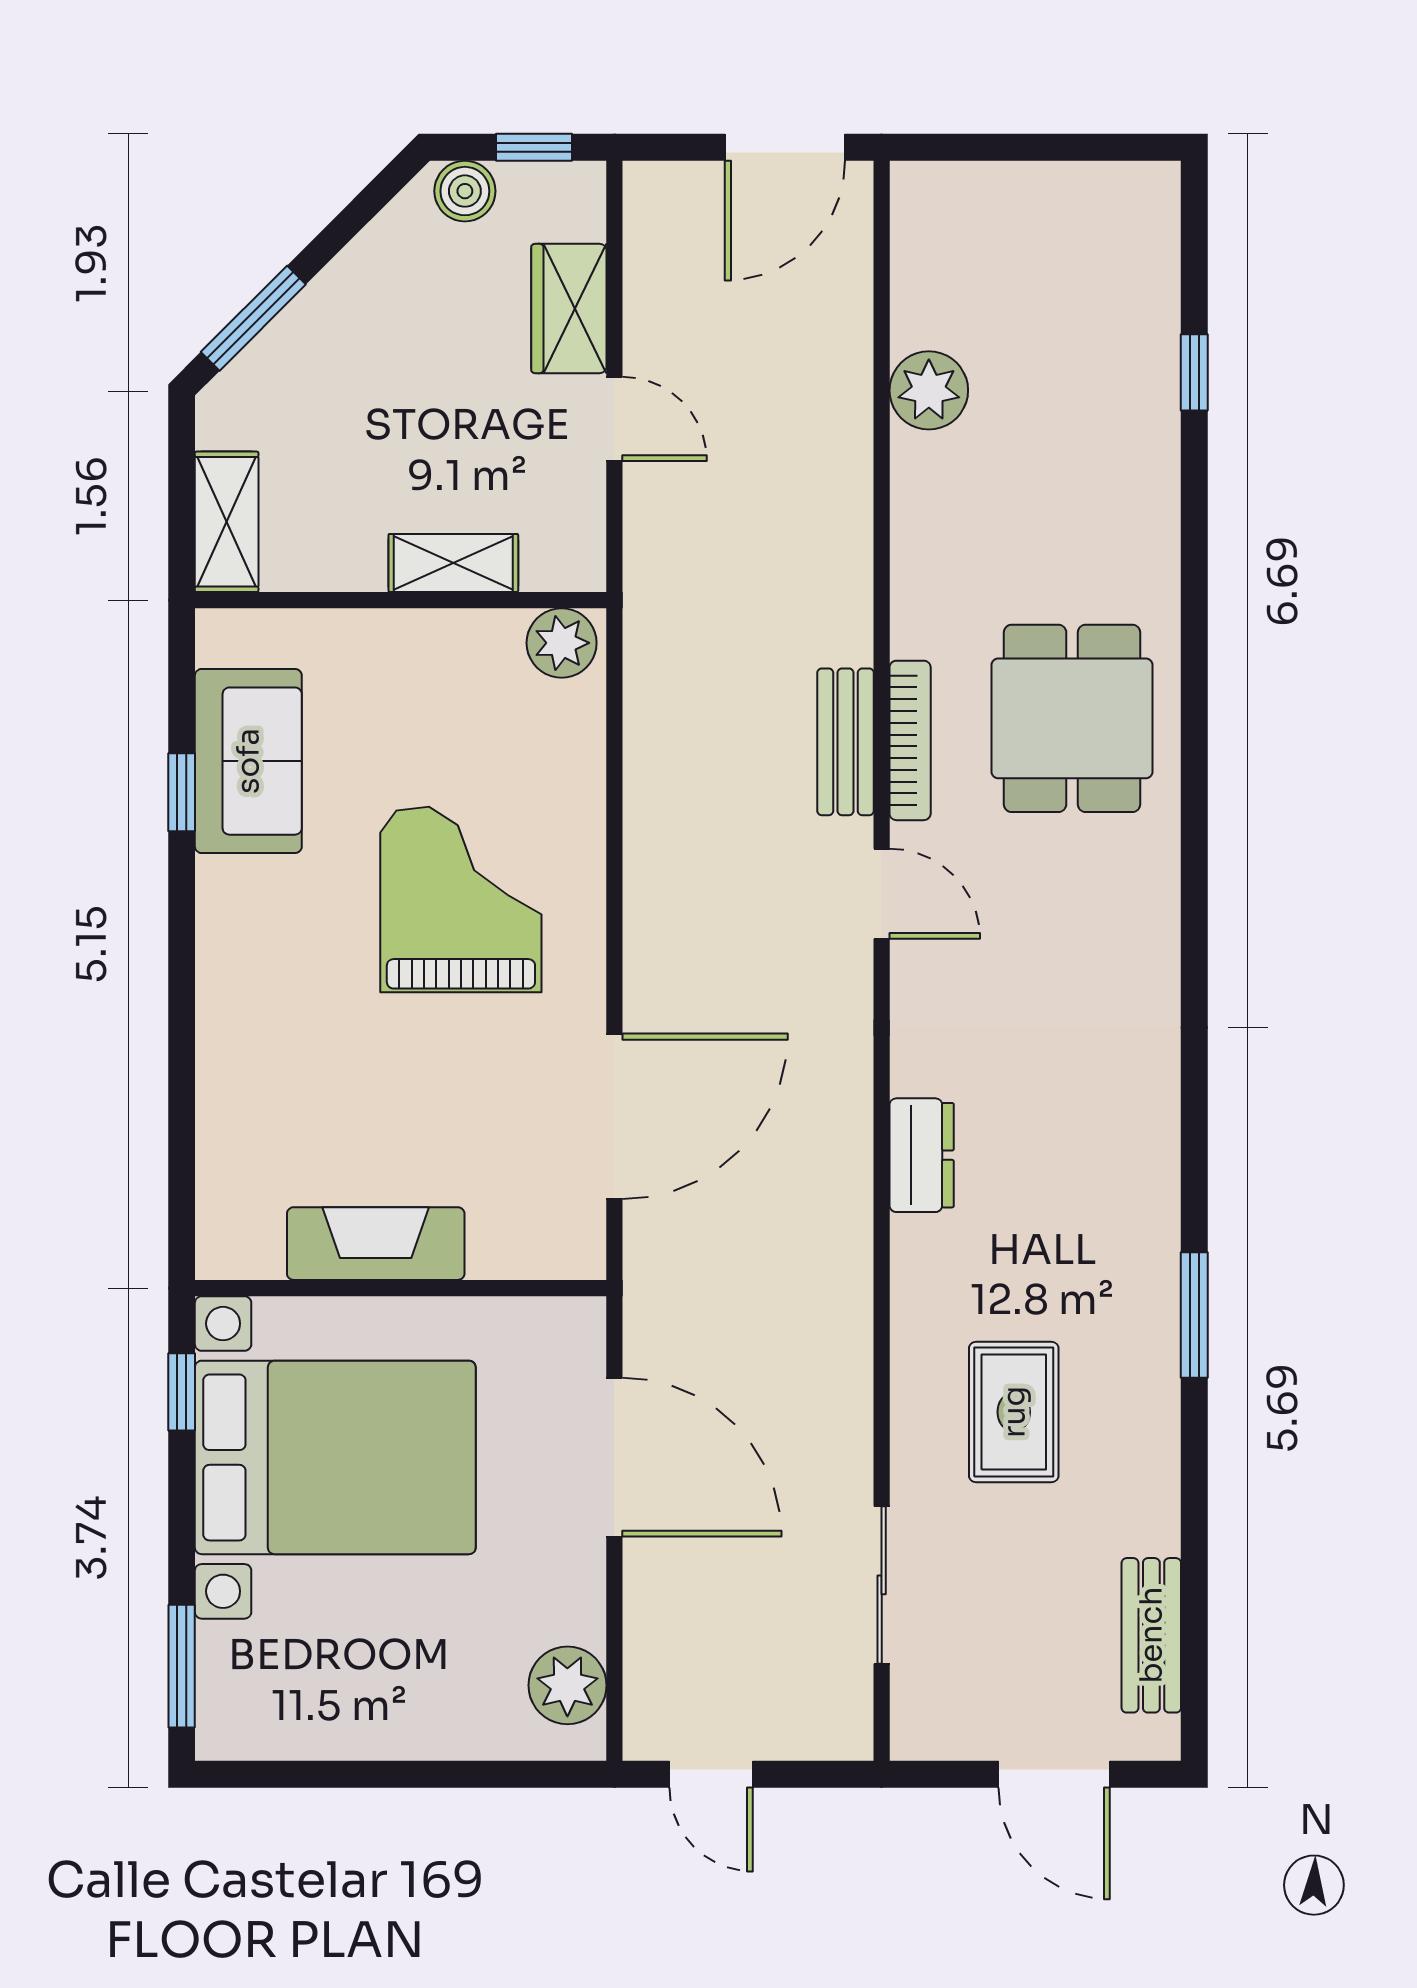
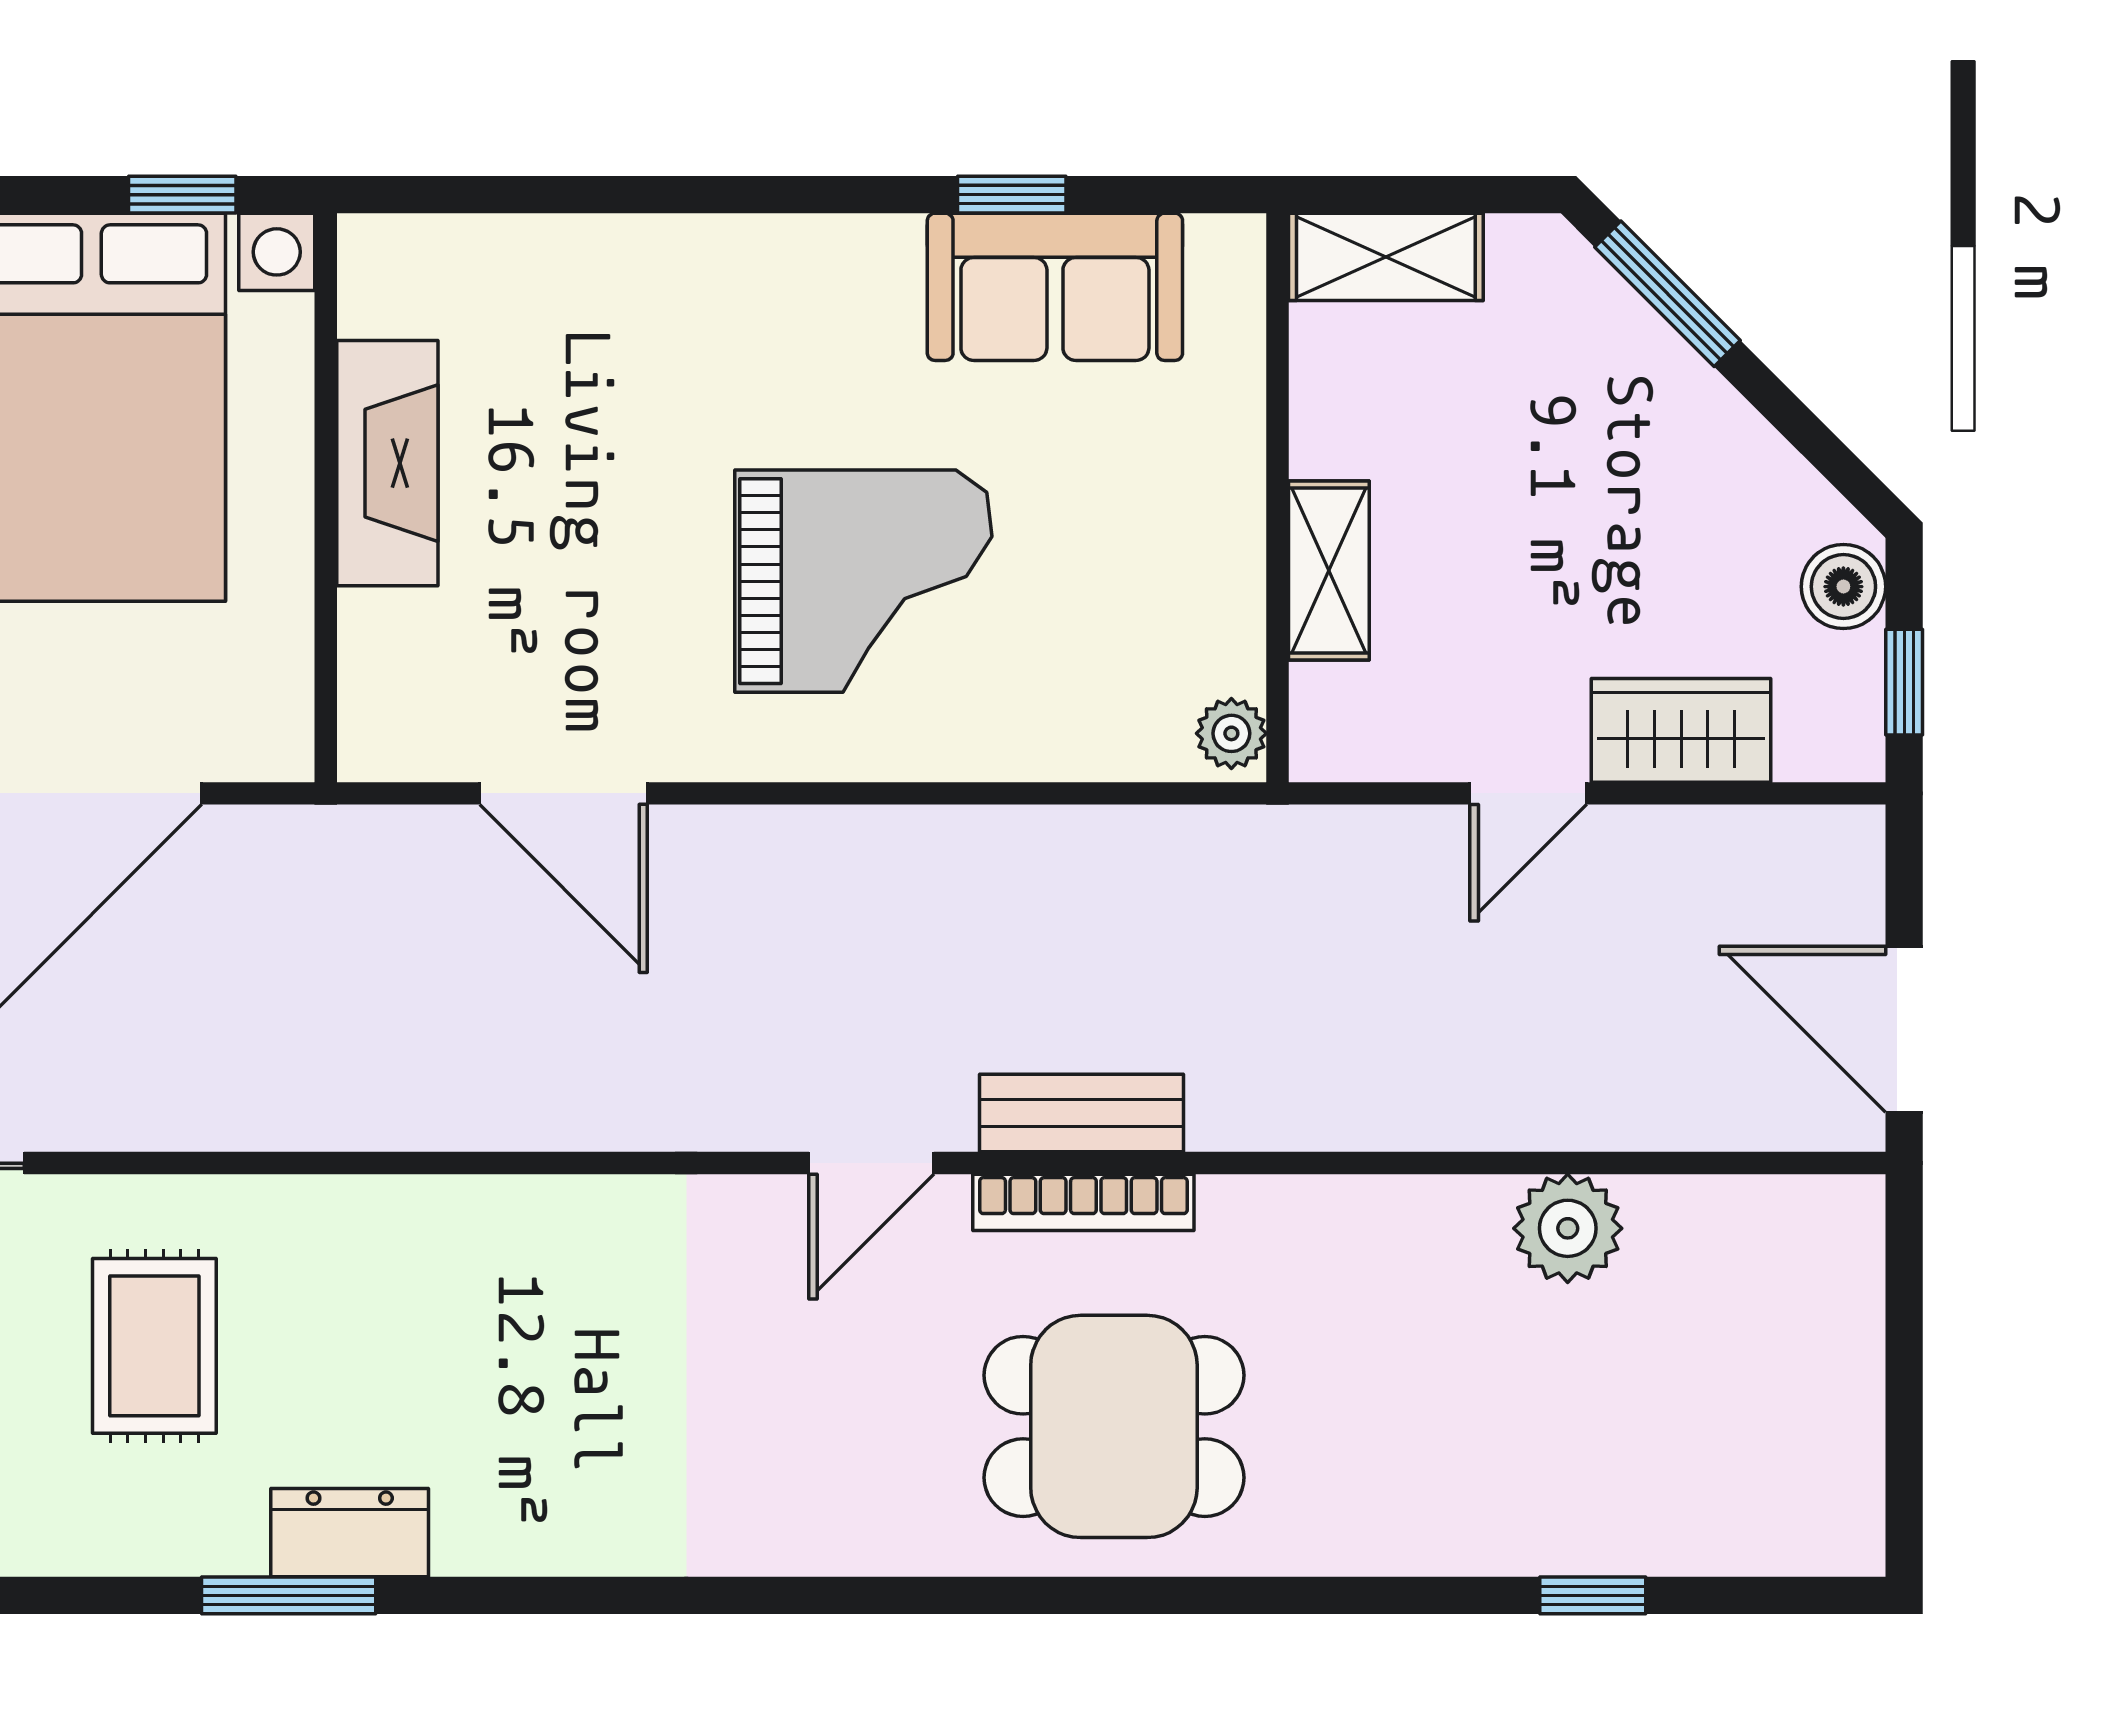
plant: (562, 643) -> (1231, 733), width x0.73, depth x0.73
door: (614, 1116) -> (564, 793), width x0.73
dresser: (922, 1155) -> (350, 1533), moved, turned 180
rug: (1014, 1412) -> (154, 1346), turned 90

